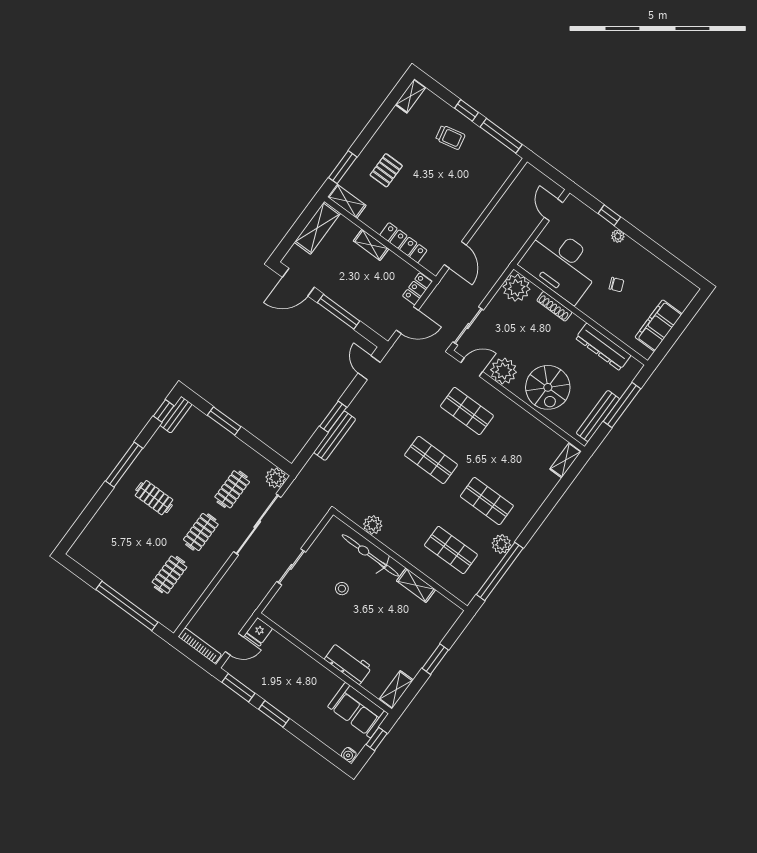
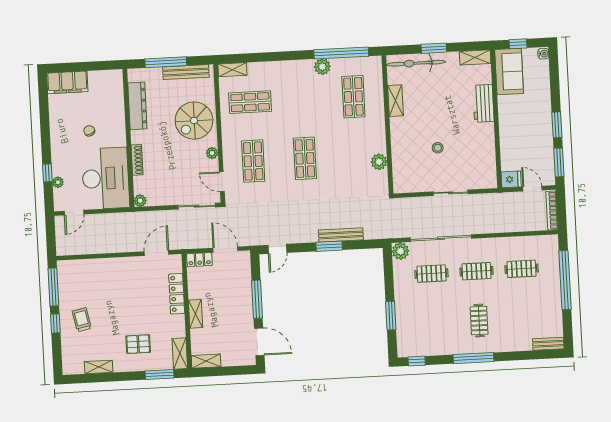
shelving: (411, 96) -> (99, 367), moved
shelving: (317, 228) -> (206, 361), width x0.67, depth x0.75
plant: (618, 236) -> (58, 182), moved
plant: (516, 288) -> (140, 201), width x0.53, depth x0.53
filing cabinet: (659, 326) -> (67, 82), moved
plant: (504, 371) -> (212, 153), width x0.53, depth x0.53
spiral stairs: (548, 387) -> (194, 121), turned 180
bench: (176, 415) -> (548, 344), moved
shop shelf: (487, 501) -> (250, 102), moved, turned 90
bicycle: (370, 555) -> (416, 63), moved, turned 90

